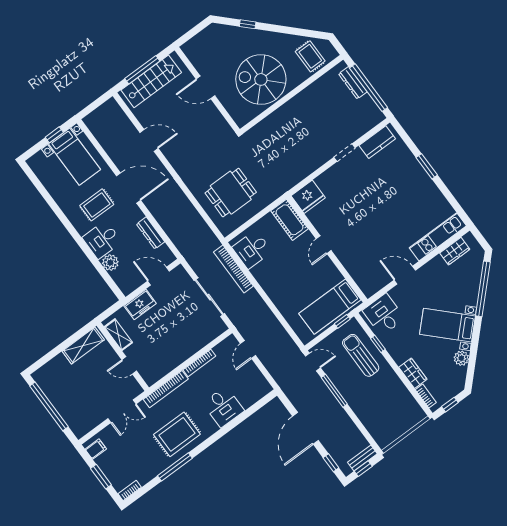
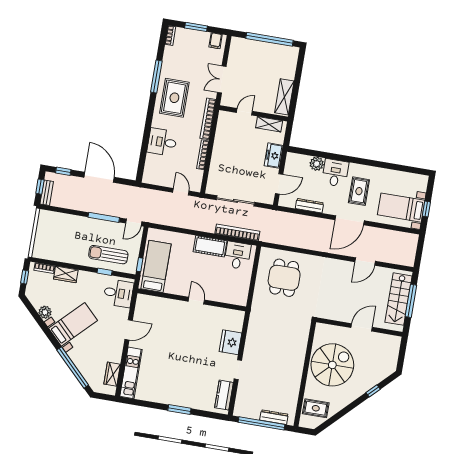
fridge: (308, 197) -> (230, 342), moved
cot: (289, 220) -> (210, 246), moved
sun lounger: (361, 355) -> (108, 255), turned 180

